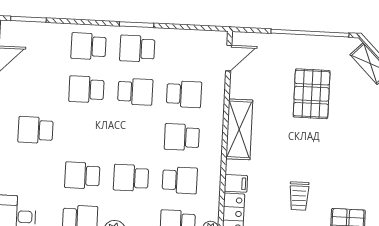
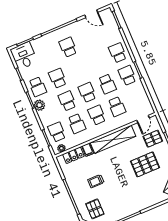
door: (229, 58) -> (143, 119), hinge flipped
pallet: (272, 58) -> (153, 139), added
school desk: (86, 89) -> (87, 92), moved
shelving: (239, 129) -> (113, 139), width x1.47

